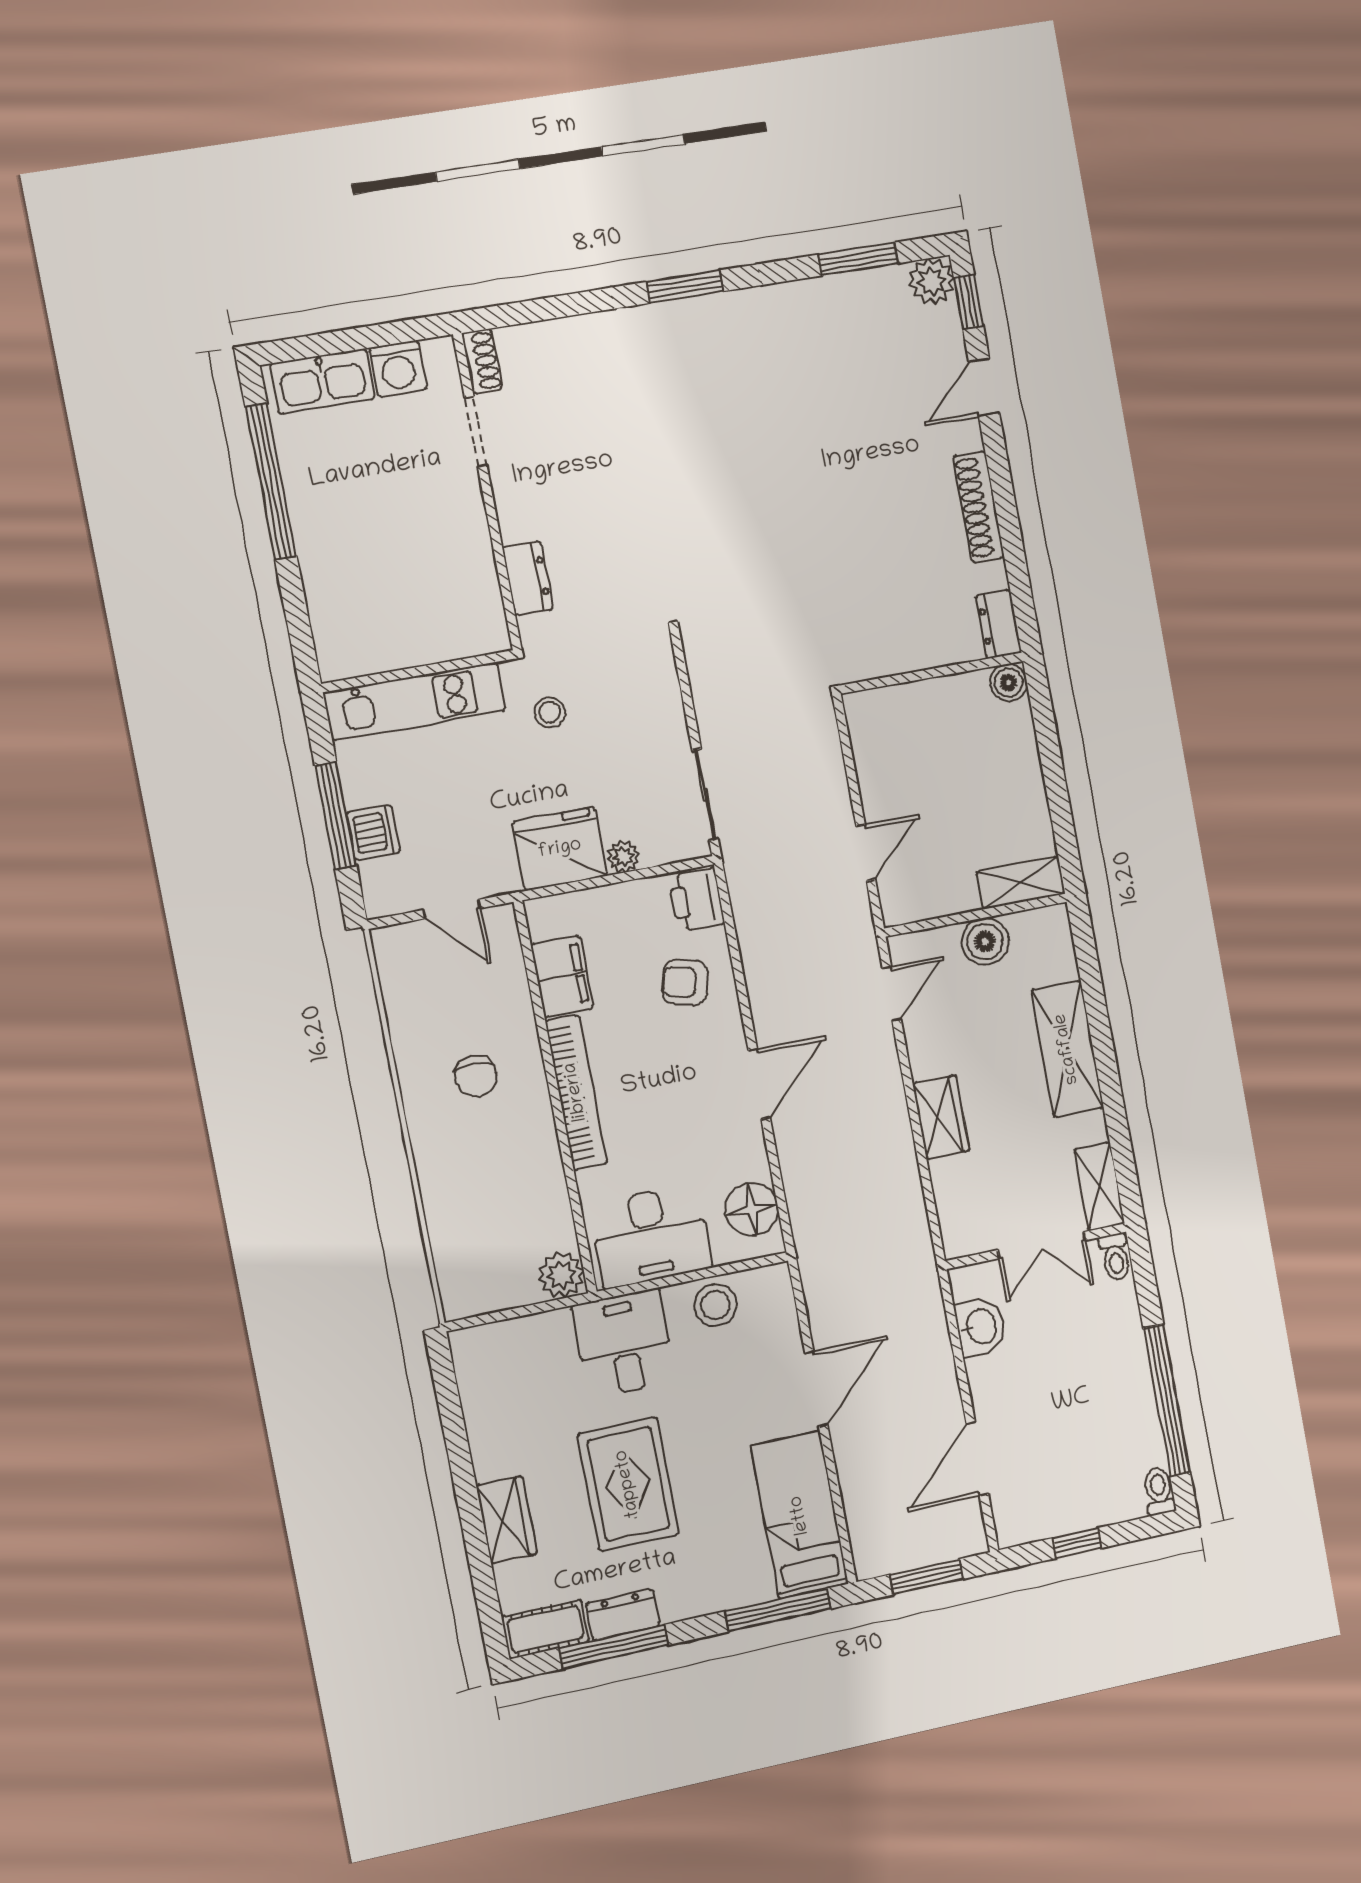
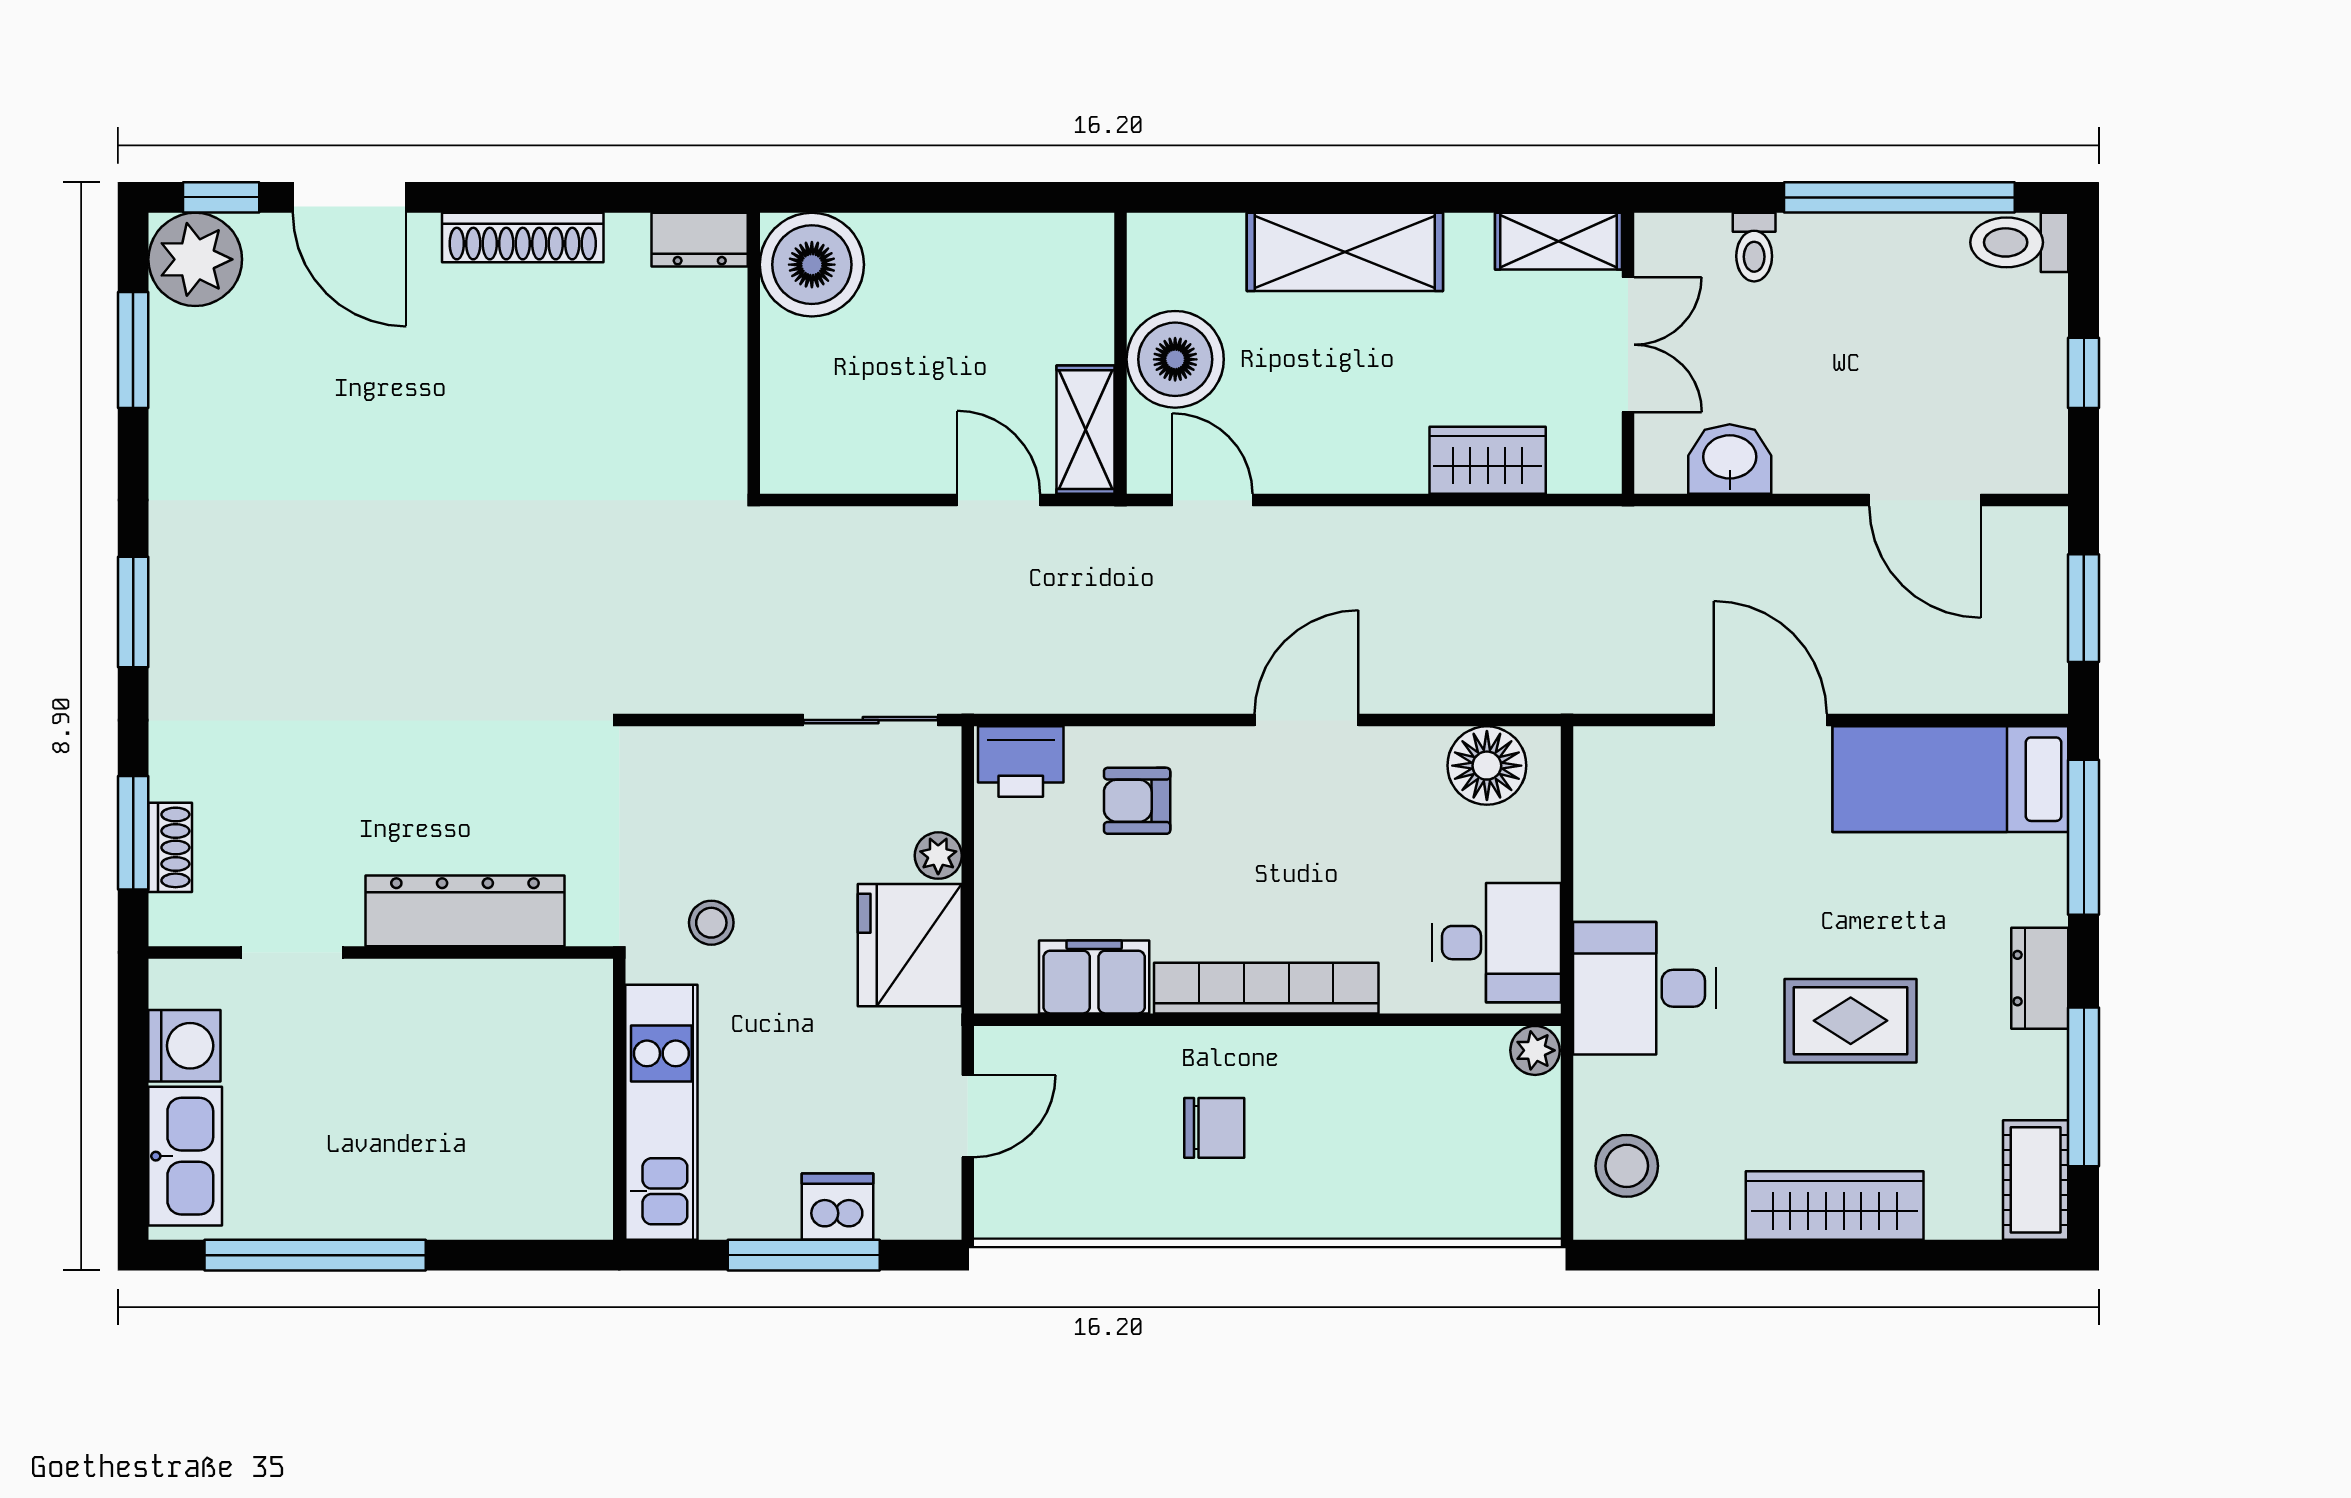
plant: (932, 281) -> (195, 259), width x1.36, depth x1.36
window: (537, 310) -> (133, 833), added
shoe rack: (482, 361) -> (170, 847), moved, turned 90
door: (984, 387) -> (349, 197), width x1.38
dresser: (528, 578) -> (465, 911), width x1.96, depth x1.24
boiler: (1009, 683) -> (812, 265), width x1.86, depth x1.86
shelving: (1021, 883) -> (1086, 430), moved
boiler: (985, 941) -> (1175, 359), width x1.37, depth x1.37
armchair: (685, 982) -> (1137, 801), turned 76
door: (759, 1084) -> (1307, 720), hinge flipped
wardrobe: (941, 1117) -> (1488, 460), moved
desk: (650, 1236) -> (1496, 943), width x0.73
toilet: (1115, 1257) -> (1754, 247), moved, turned 90
plant: (561, 1275) -> (1535, 1050), width x0.73, depth x0.73
stool: (716, 1305) -> (1627, 1166), moved
rug: (628, 1484) -> (1851, 1021), width x0.73, depth x0.70
toilet: (1159, 1491) -> (2019, 242), width x1.37, depth x1.39
wardrobe: (506, 1520) -> (1835, 1205), width x1.50
dresser: (623, 1615) -> (2040, 978), moved

